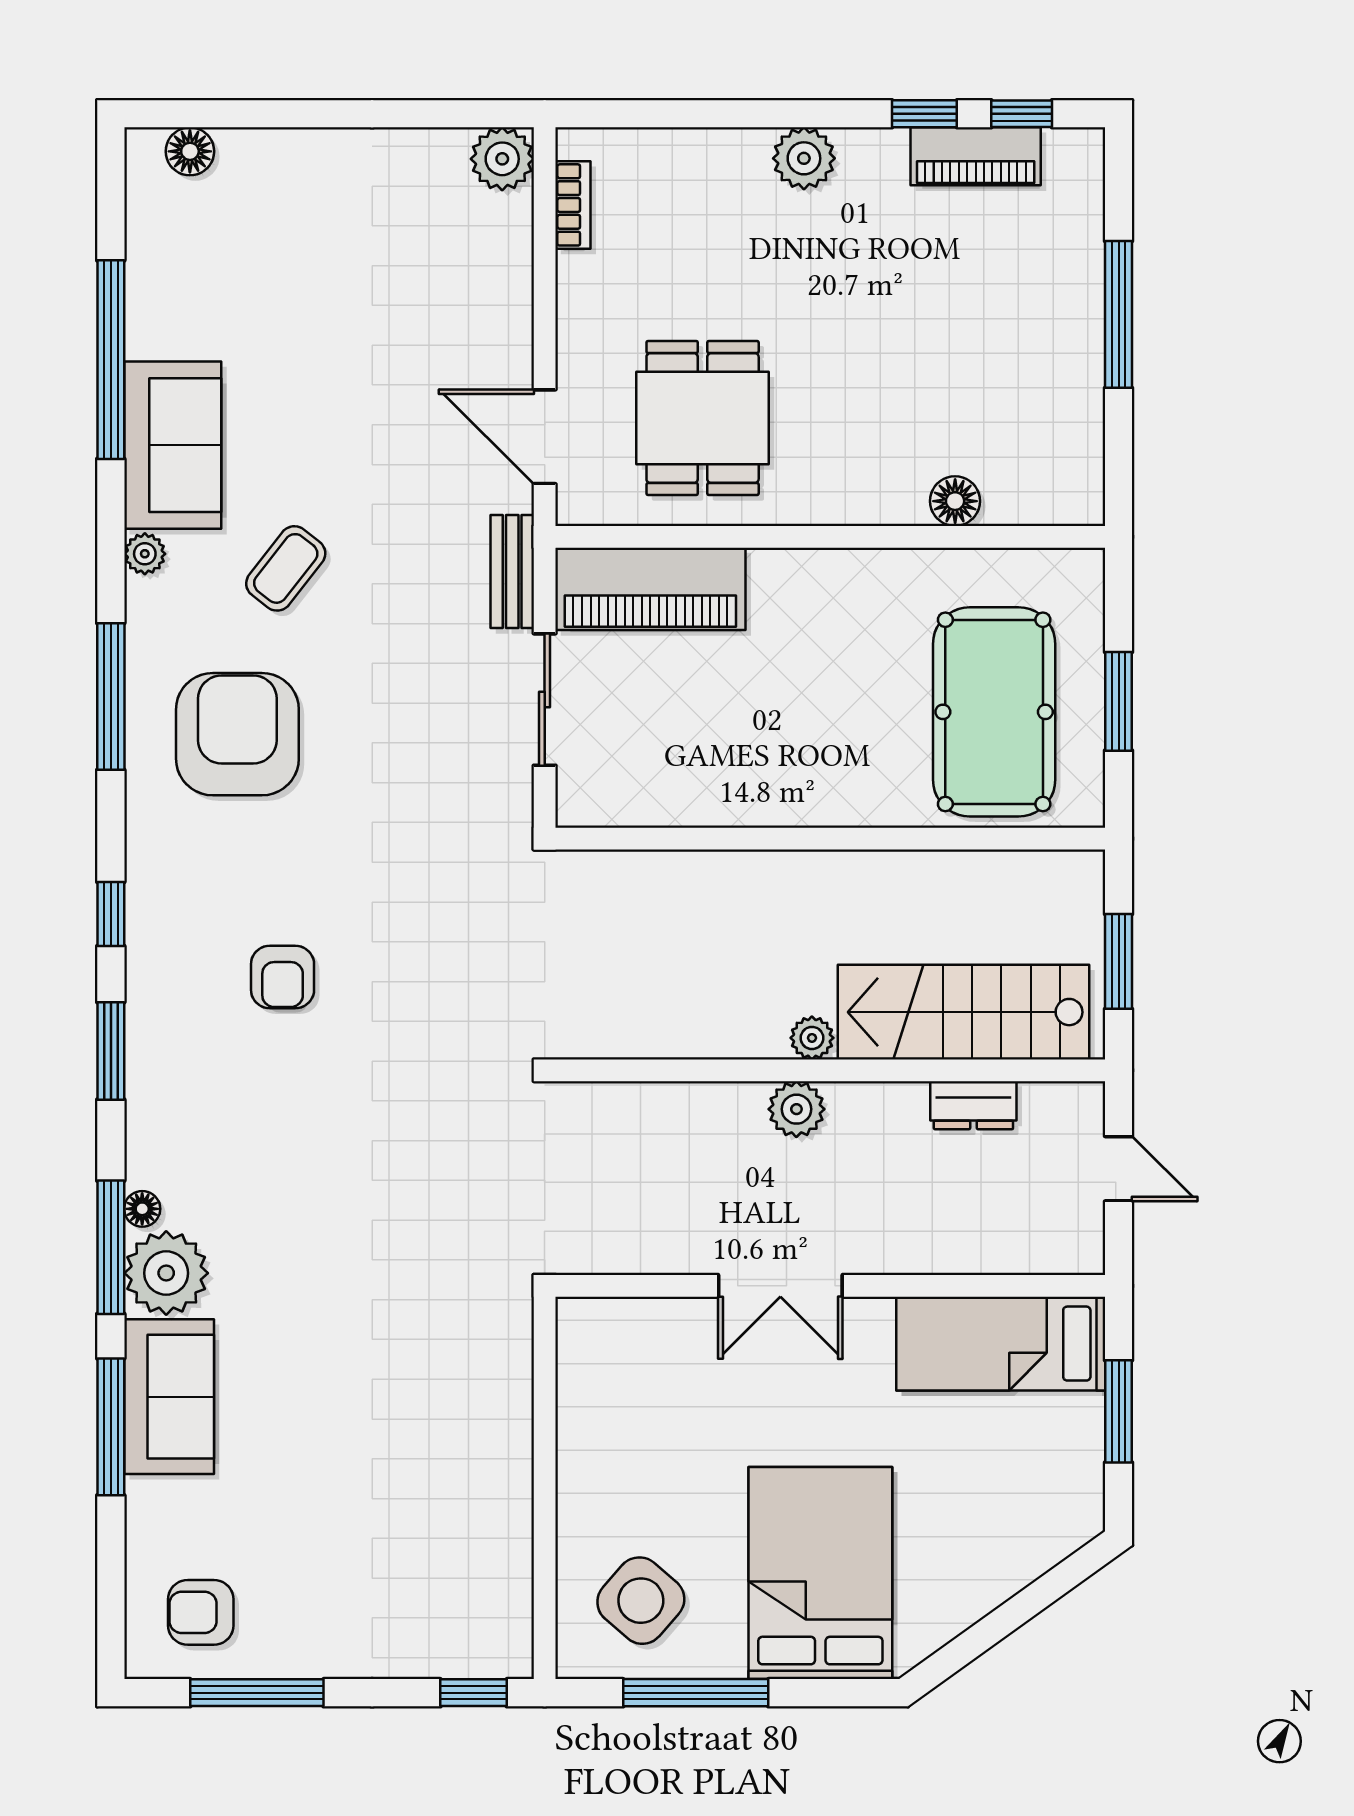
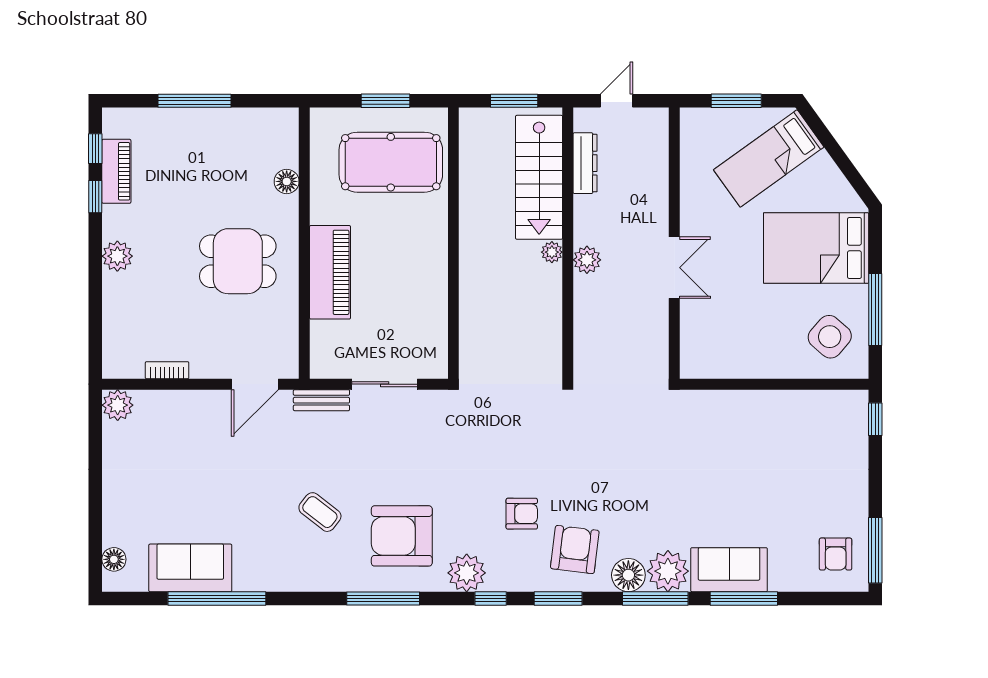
bookcase: (573, 205) -> (167, 370), moved
dining table: (703, 418) -> (238, 261), moved
sofa: (173, 445) -> (190, 568), moved
plant: (145, 554) -> (467, 573), moved, width x1.87, depth x1.87
piano: (650, 589) -> (330, 272), moved
armchair: (210, 1085) -> (575, 550), added
dresser: (973, 1105) -> (585, 163), width x1.44
floor lamp: (142, 1209) -> (628, 575), width x1.89, depth x1.89
bed: (1001, 1344) -> (769, 158), moved, turned 54
window: (257, 1693) -> (875, 550), moved

